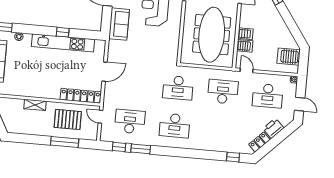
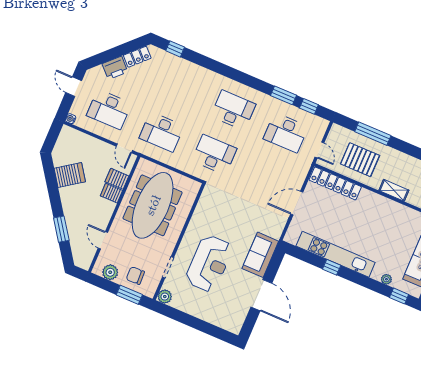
server rack: (289, 57) -> (70, 175), moved, turned -35
desk: (268, 96) -> (109, 109), turned 180

